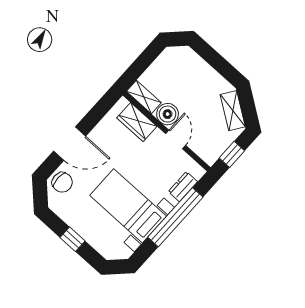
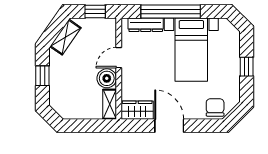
window: (218, 62) -> (42, 76), added
wardrobe: (137, 122) -> (137, 110), moved, turned -90
door: (70, 144) -> (169, 126), moved
dresser: (183, 187) -> (146, 25), width x1.44

